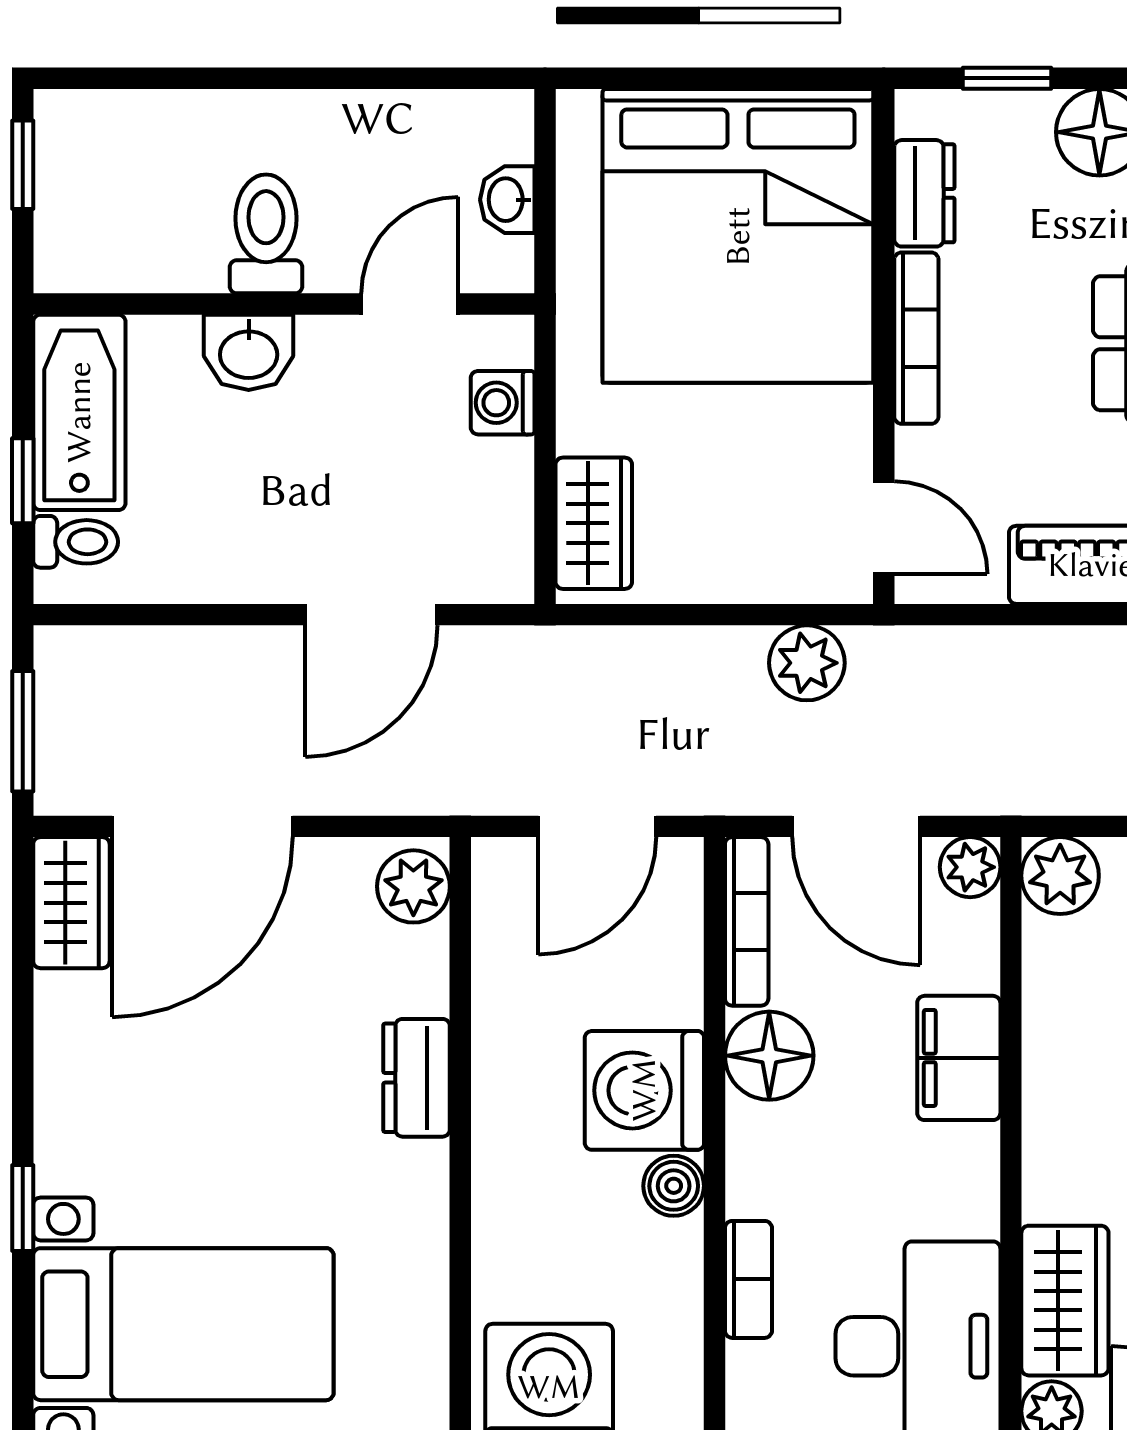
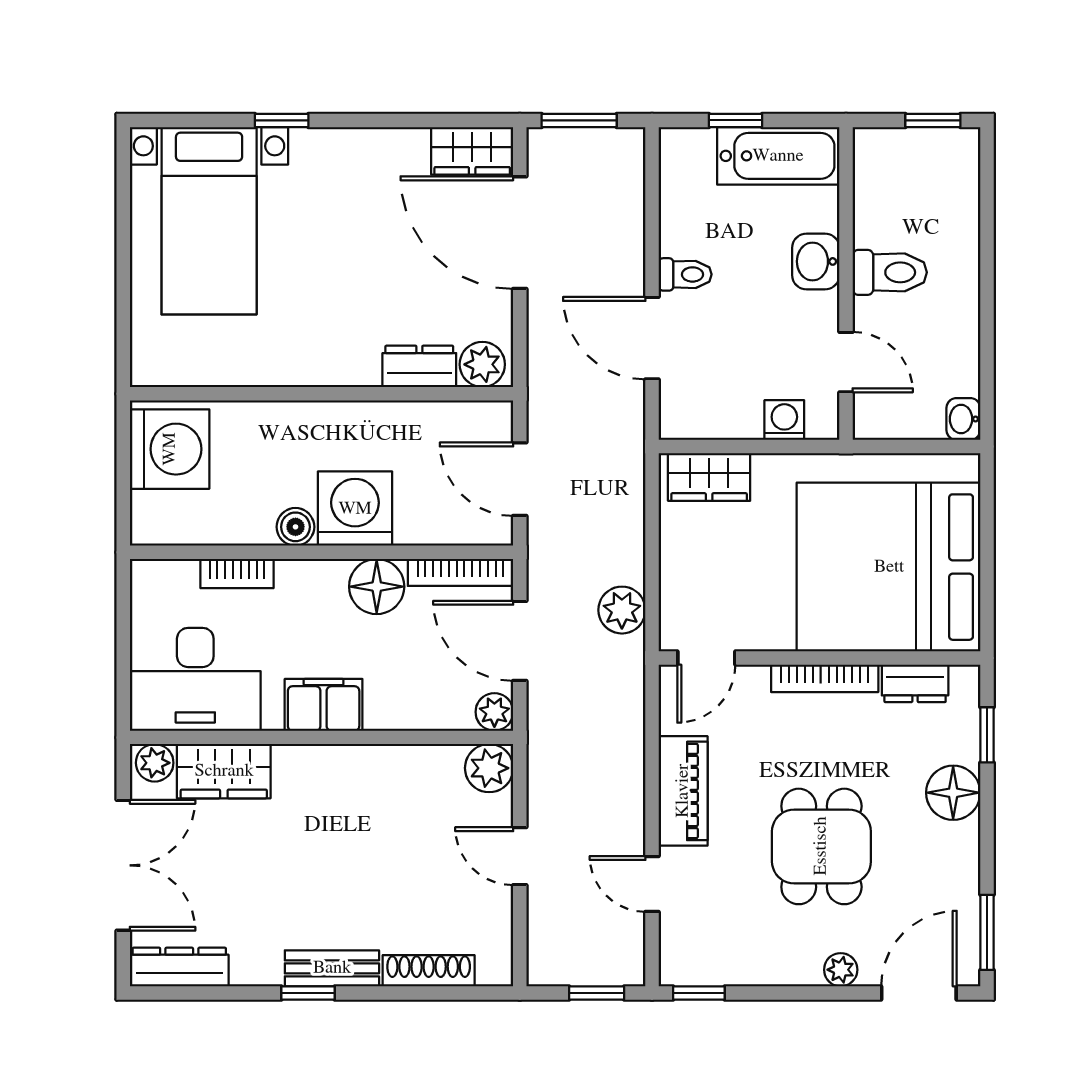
washbasin: (507, 200) -> (963, 419), moved, turned -90
toilet: (76, 542) -> (685, 274), moved, turned -90
door: (856, 826) -> (520, 641), hinge flipped
filing cabinet: (959, 1058) -> (324, 705), moved
dresser: (417, 1078) -> (419, 366), moved

